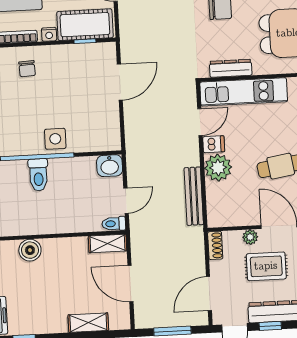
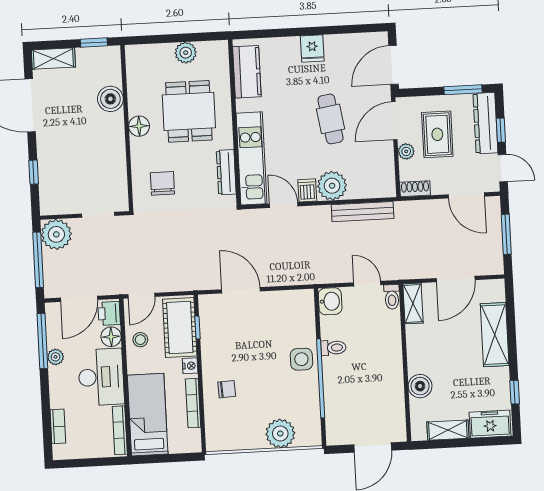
toilet: (38, 175) -> (333, 348), moved, width x0.73, depth x0.72
shelving: (88, 323) -> (495, 335), width x1.50, depth x1.33

